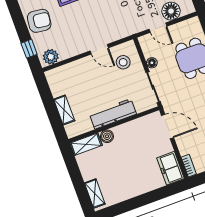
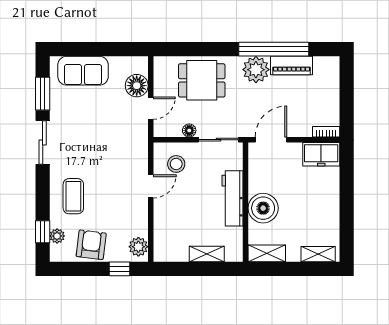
boiler: (107, 136) -> (263, 208), width x1.86, depth x1.86
shelving: (86, 144) -> (267, 253), moved, turned 90

